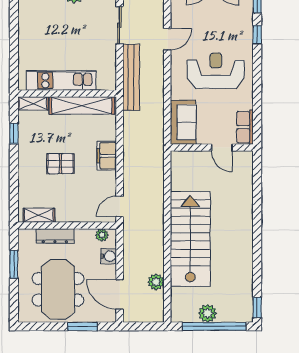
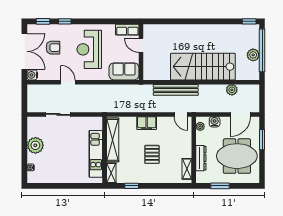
armchair: (218, 17) -> (53, 48), added
bench: (131, 77) -> (176, 90), moved
door: (222, 148) -> (141, 45), swing flipped

